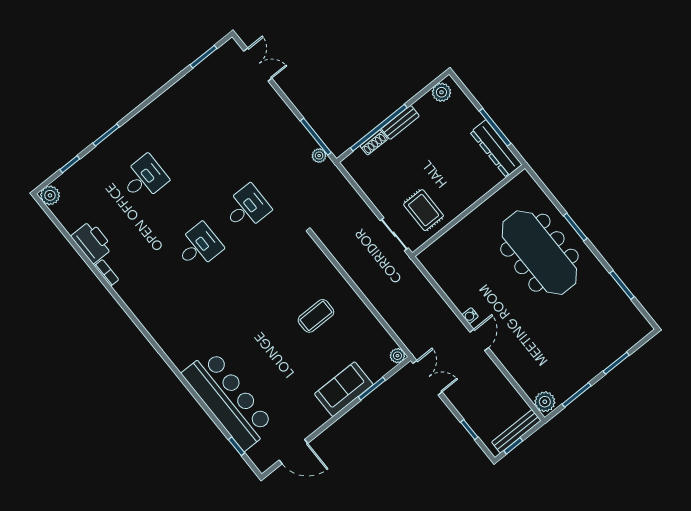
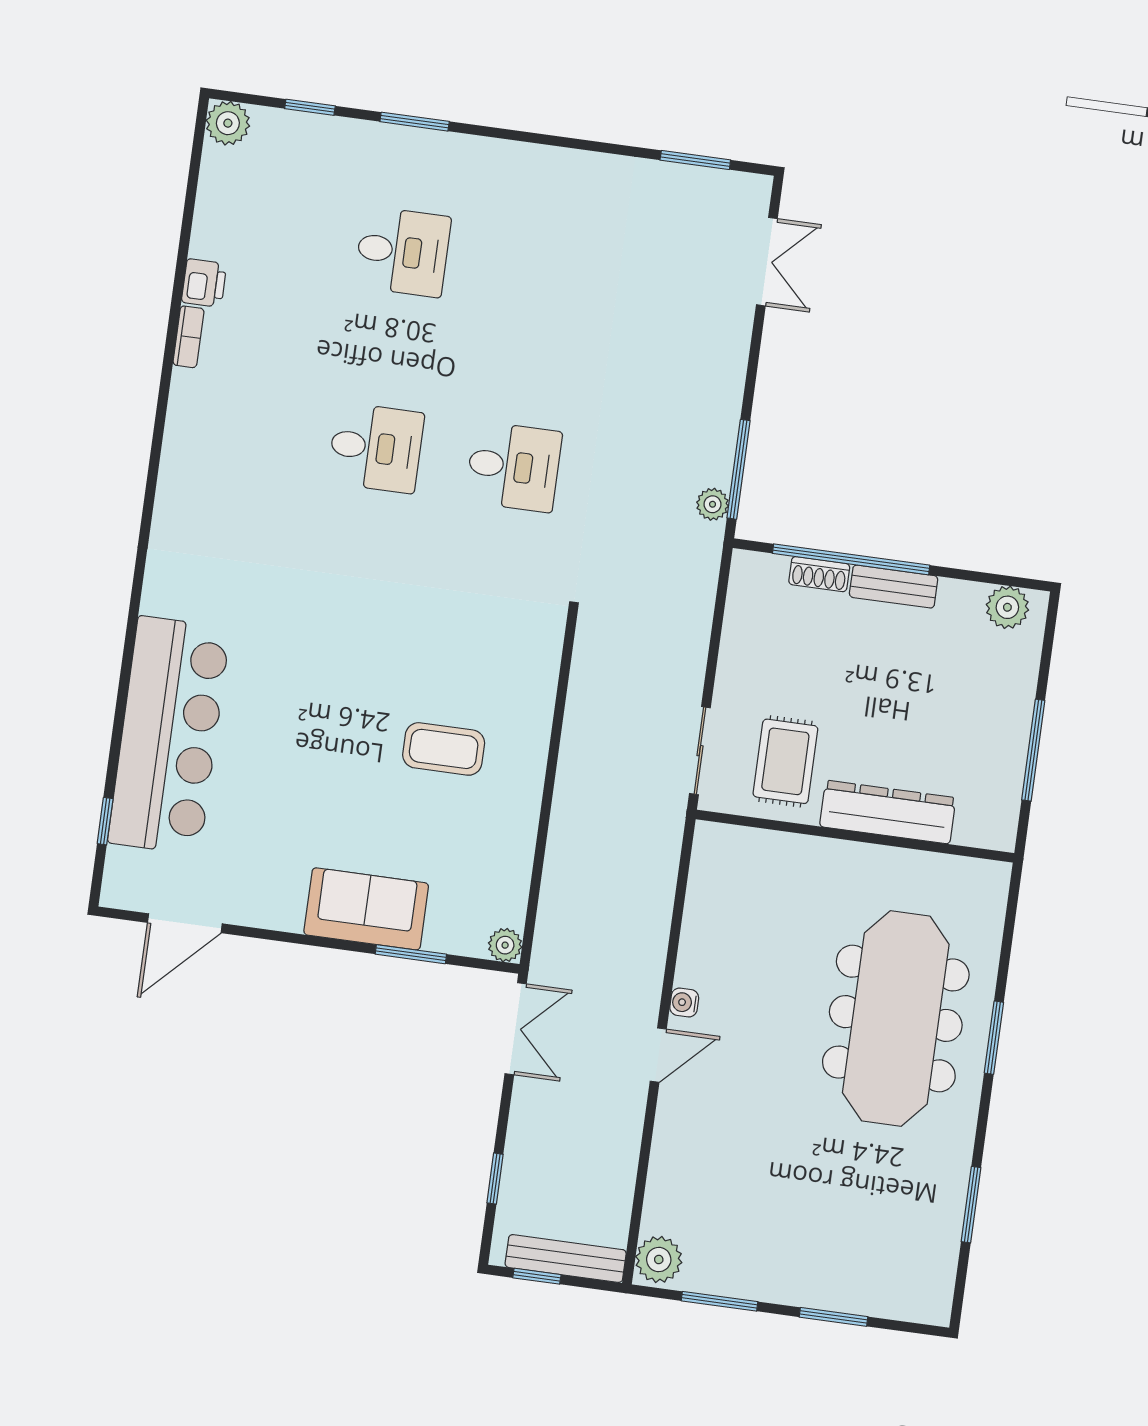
dresser: (496, 148) -> (888, 812), moved, turned 90
printer: (92, 242) -> (204, 283), width x0.53, depth x0.68
door: (293, 452) -> (185, 923), hinge flipped

